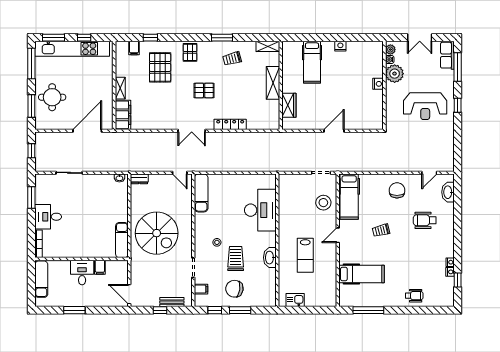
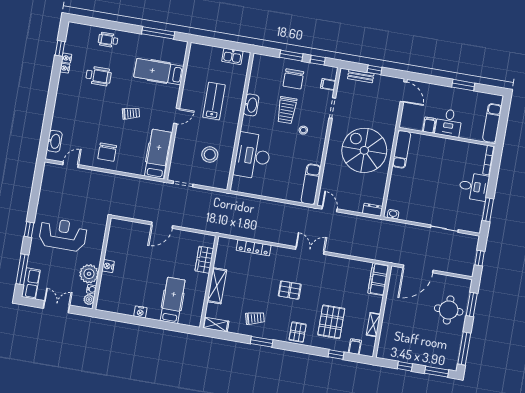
kitchen unit: (72, 49) -> (419, 357), removed
shelving: (120, 88) -> (373, 325), moved
locker: (230, 124) -> (254, 248), moved
stool: (323, 203) -> (210, 155), moved
wheelchair: (425, 220) -> (99, 76), moved
chair: (234, 289) -> (293, 79), turned 81

